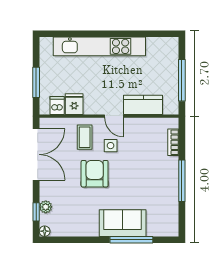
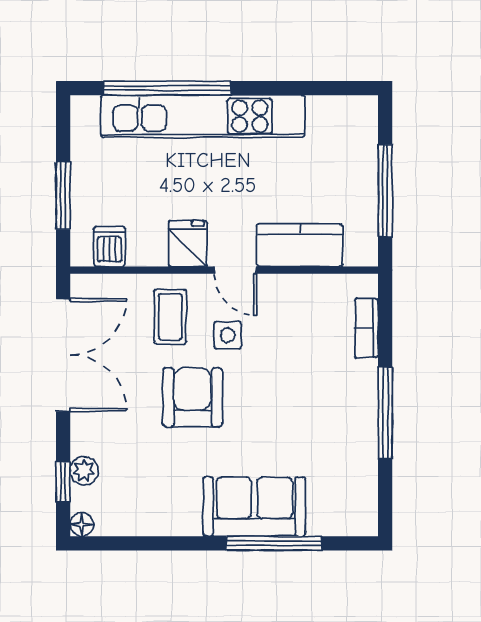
window: (83, 34) -> (167, 88), added
fridge: (74, 104) -> (188, 244), moved

